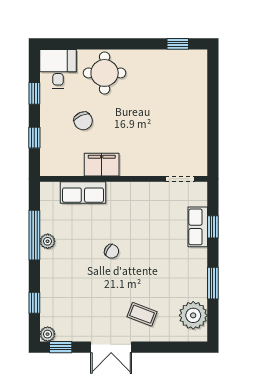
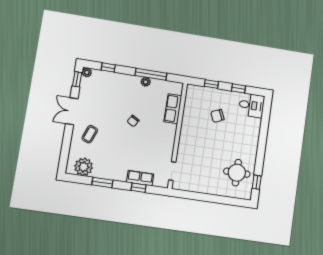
round table: (105, 73) -> (237, 173), moved
filing cabinet: (102, 165) -> (189, 123), removed

